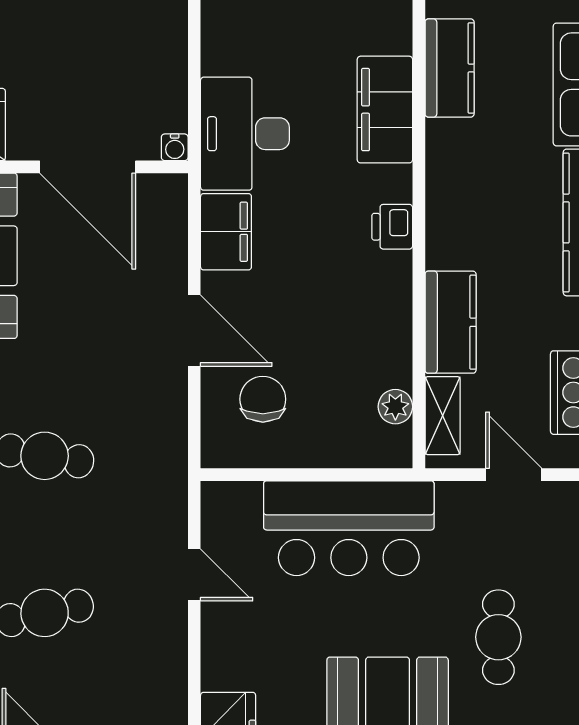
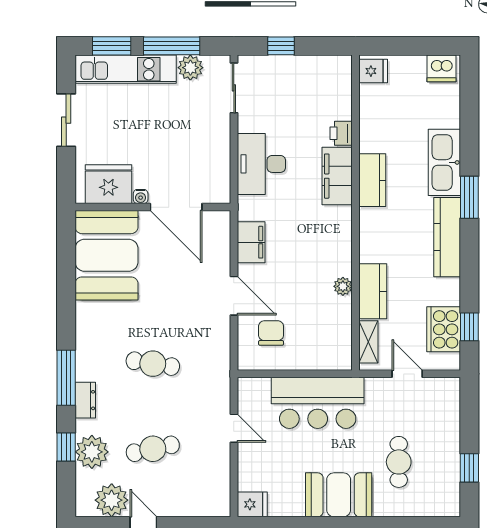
kitchen counter: (450, 68) -> (372, 180), moved
desk: (245, 134) -> (261, 164), moved
water cooler: (175, 147) -> (141, 196), moved
printer: (392, 227) -> (341, 133), moved
plant: (395, 407) -> (343, 286), moved

